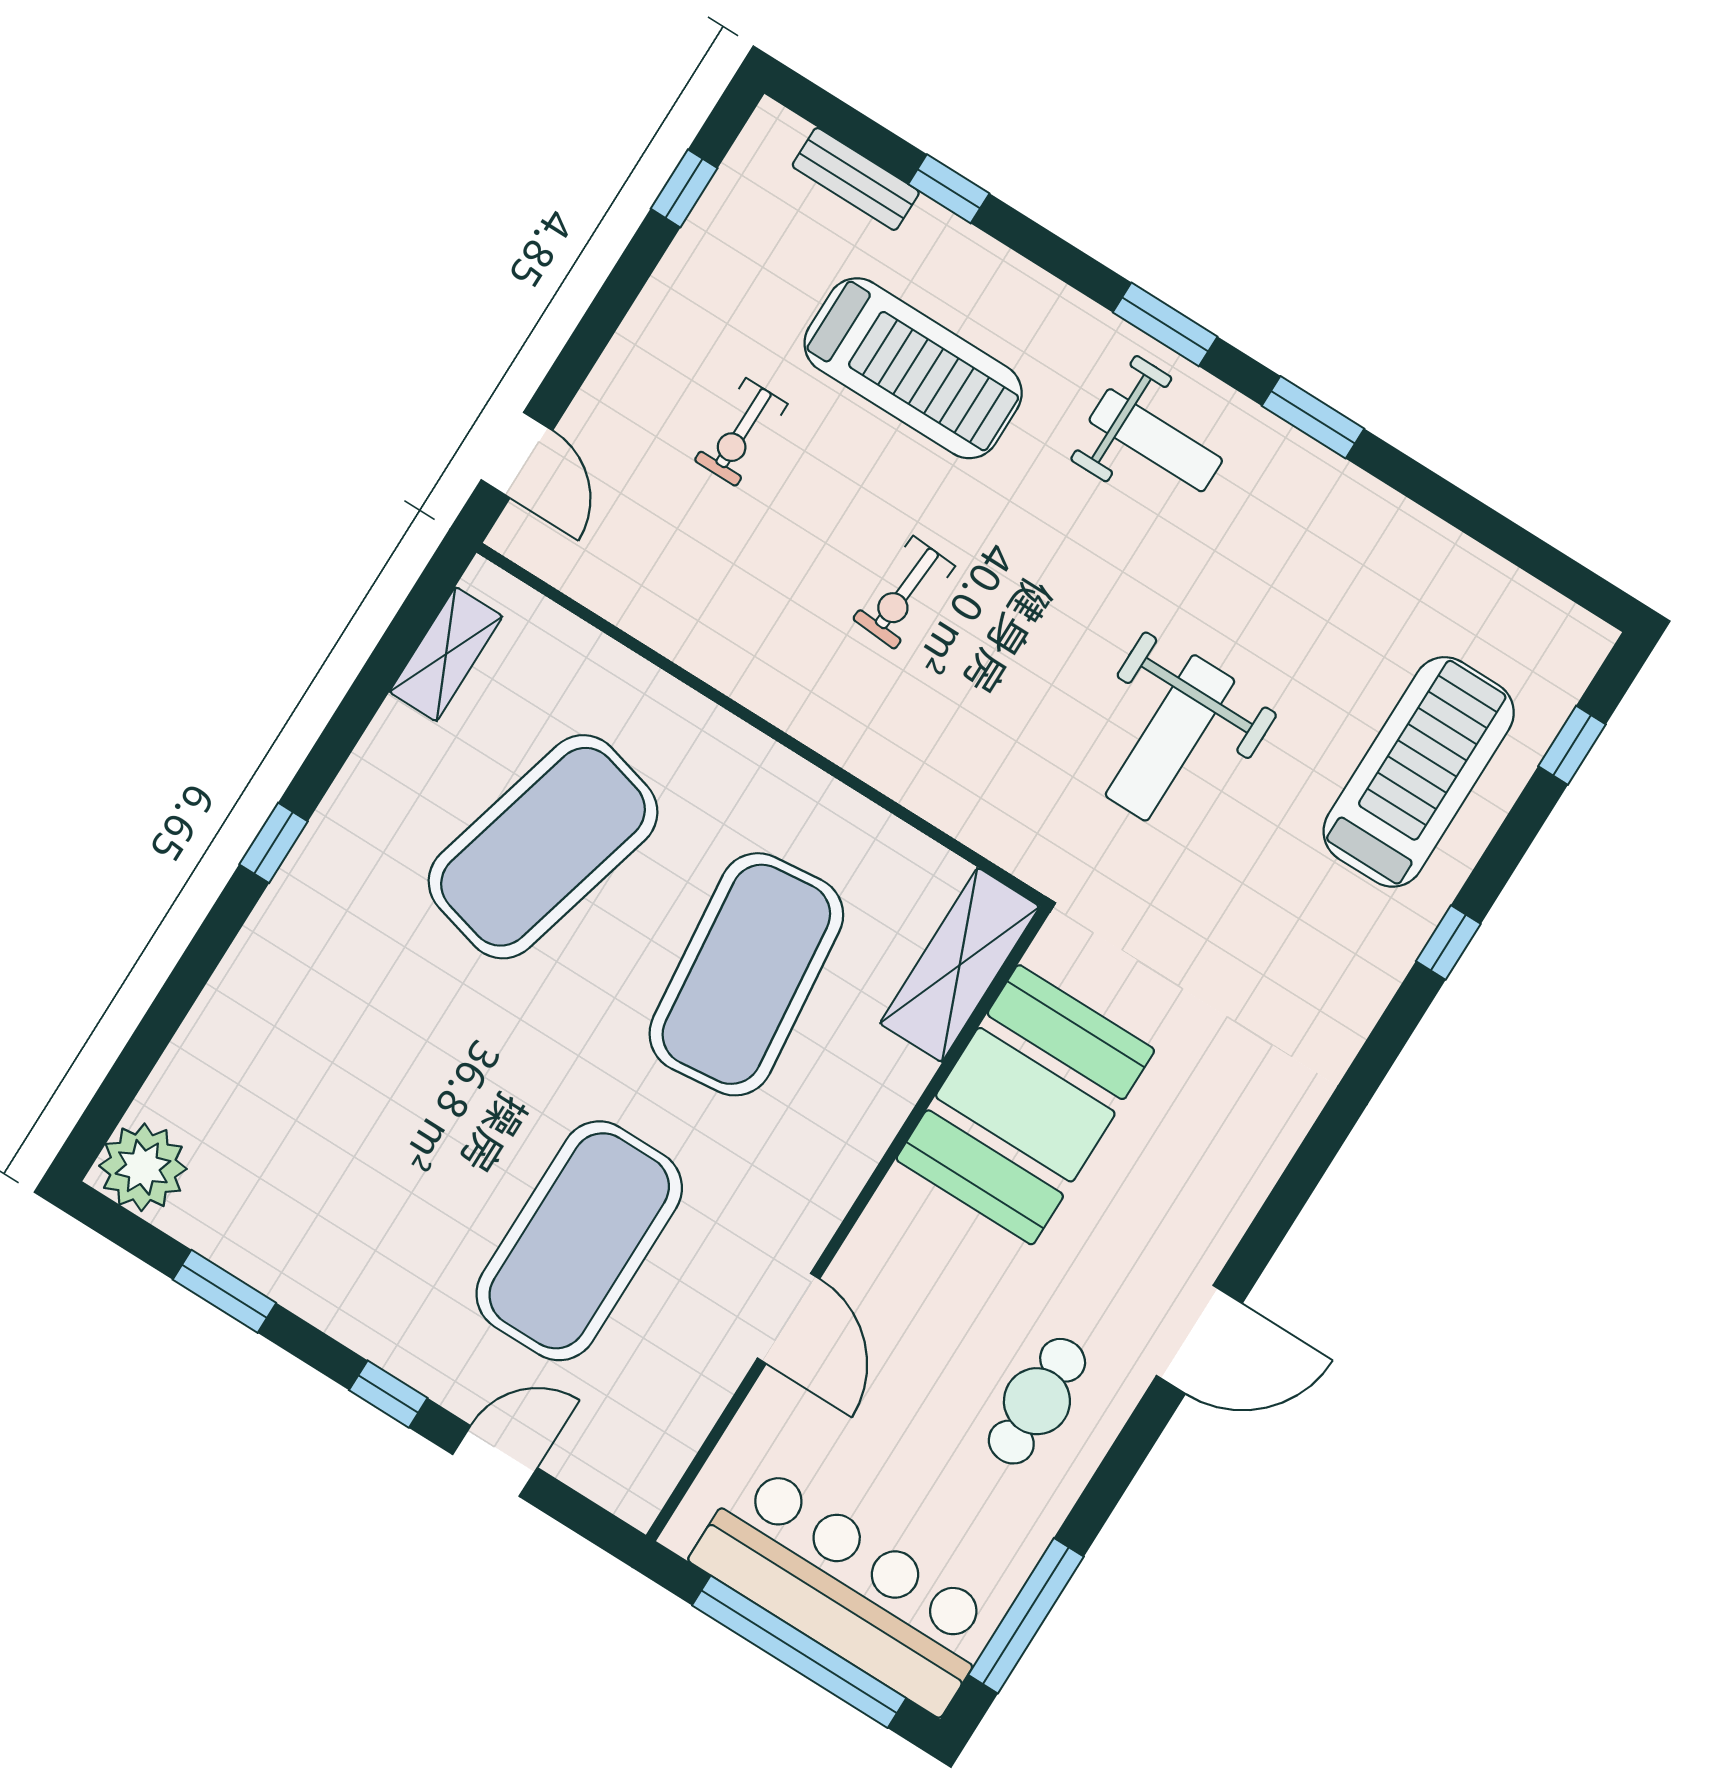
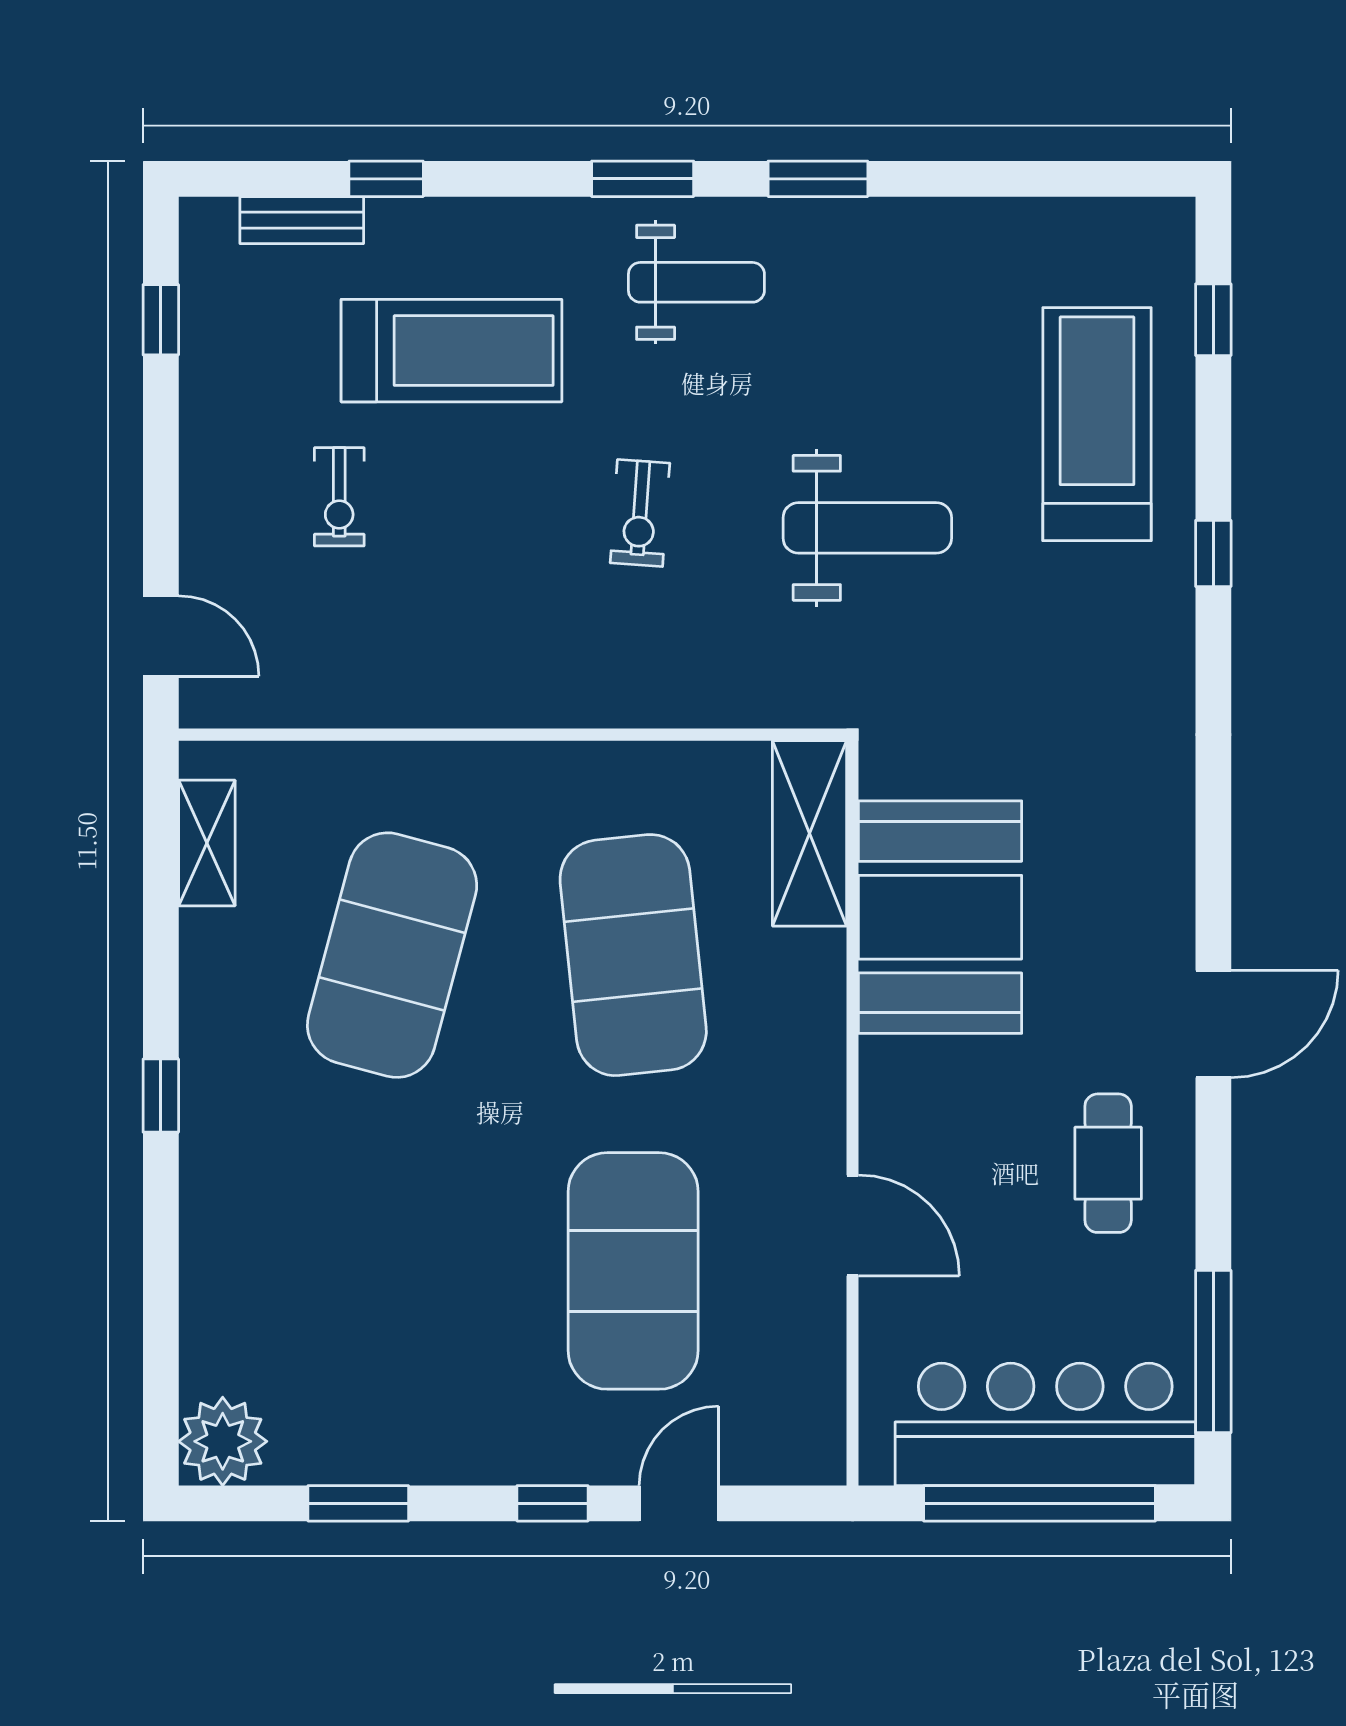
exercise bike: (904, 593) -> (640, 513), moved
weight bench: (1170, 738) -> (867, 528), turned -90

